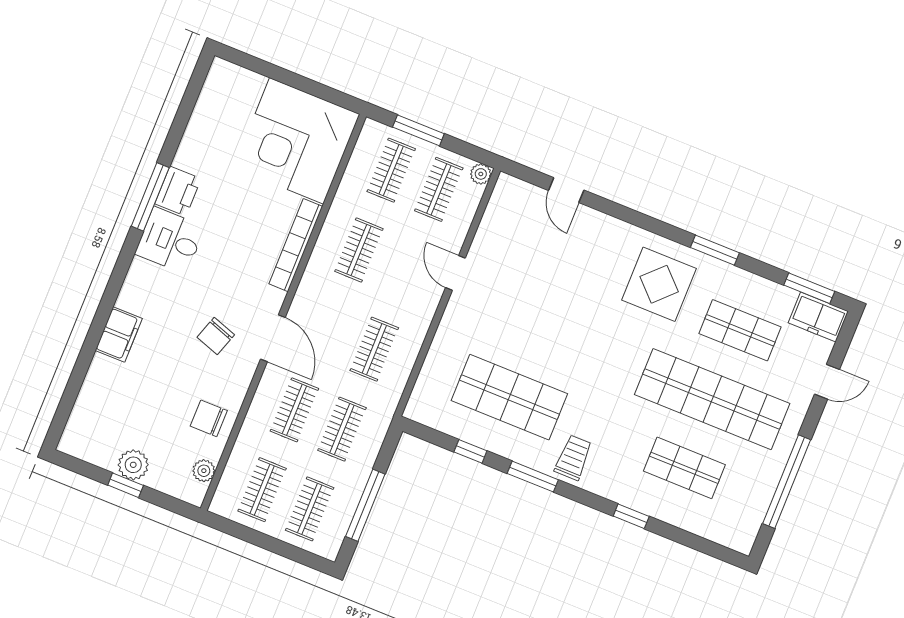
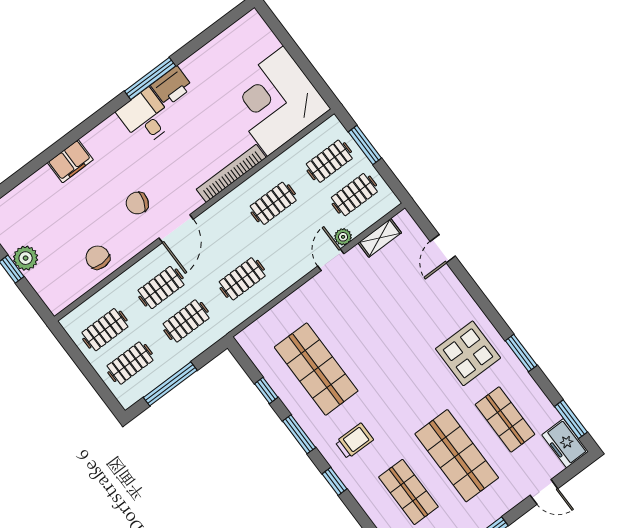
plant: (481, 174) -> (343, 237), moved
shelving: (493, 219) -> (380, 238), added
shop shelf: (712, 399) -> (457, 456), width x0.71
trolley: (573, 458) -> (354, 441), moved
plant: (204, 471) -> (72, 292), removed
window: (631, 516) -> (334, 481), moved

